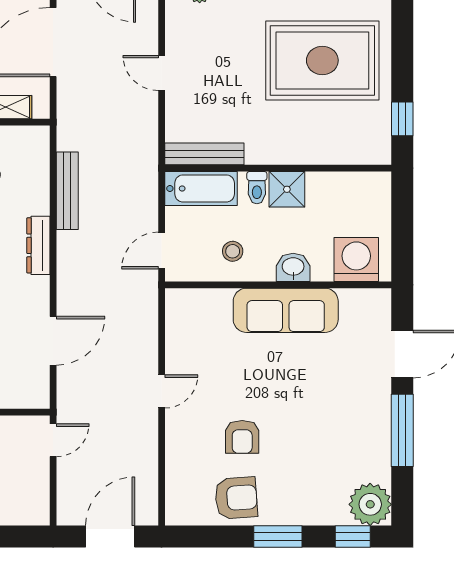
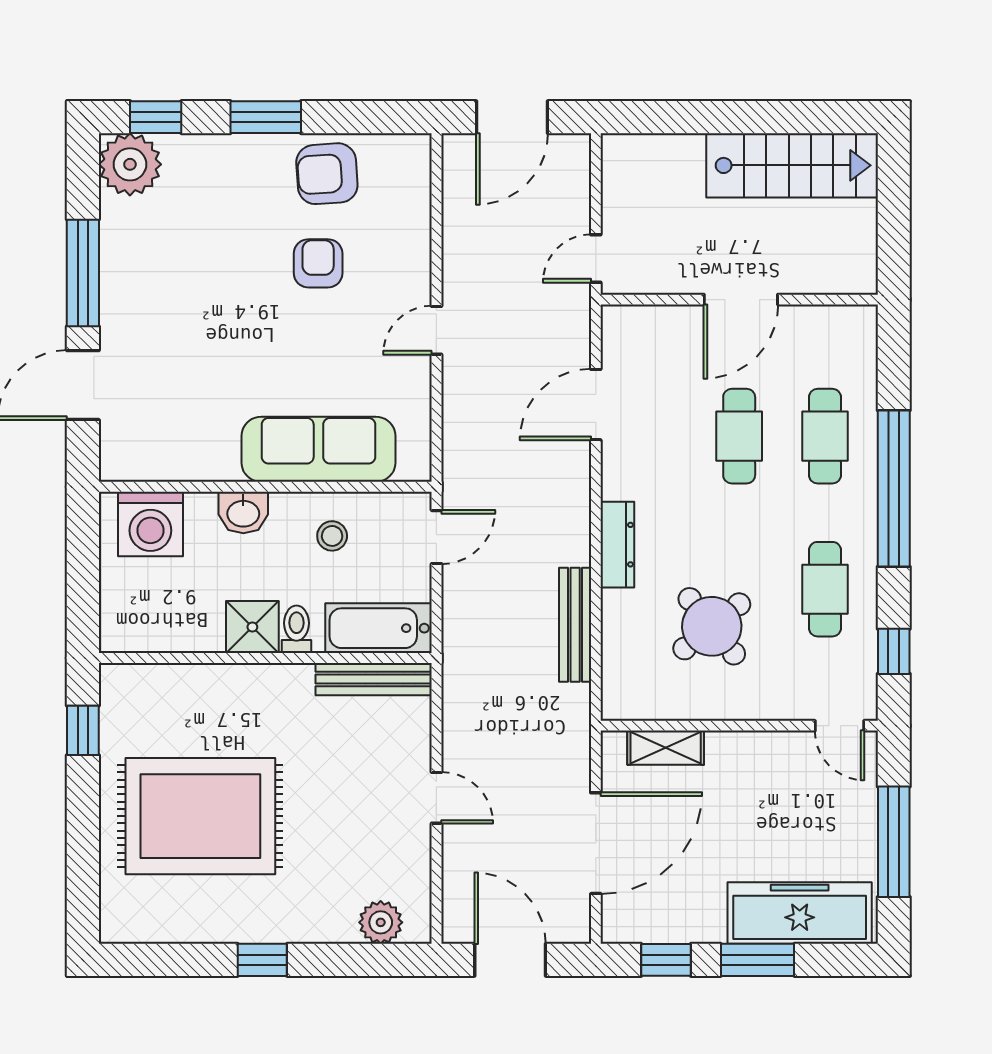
sofa: (286, 310) -> (318, 449), moved

